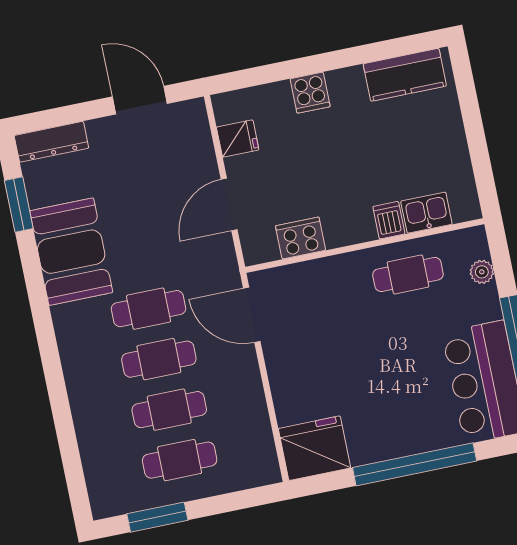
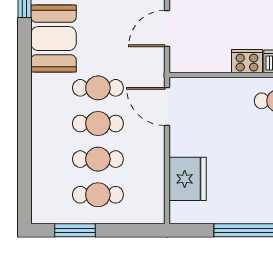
cooker: (301, 238) -> (247, 61), moved
fridge: (314, 448) -> (188, 179), moved, turned 90

